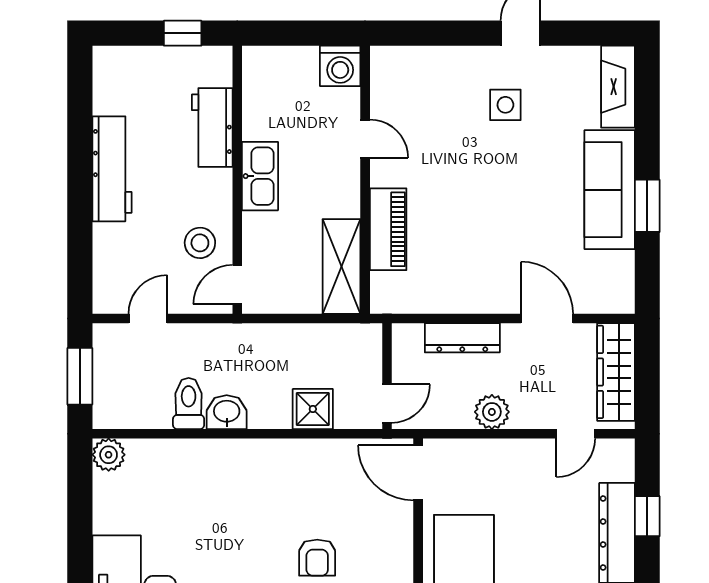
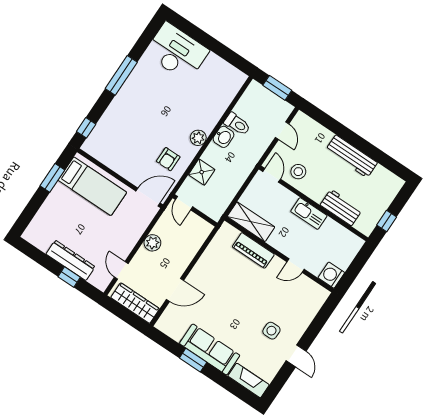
dresser: (462, 338) -> (190, 251), removed
plant: (109, 455) -> (198, 138), moved
armchair: (317, 558) -> (168, 159), moved, turned -90

